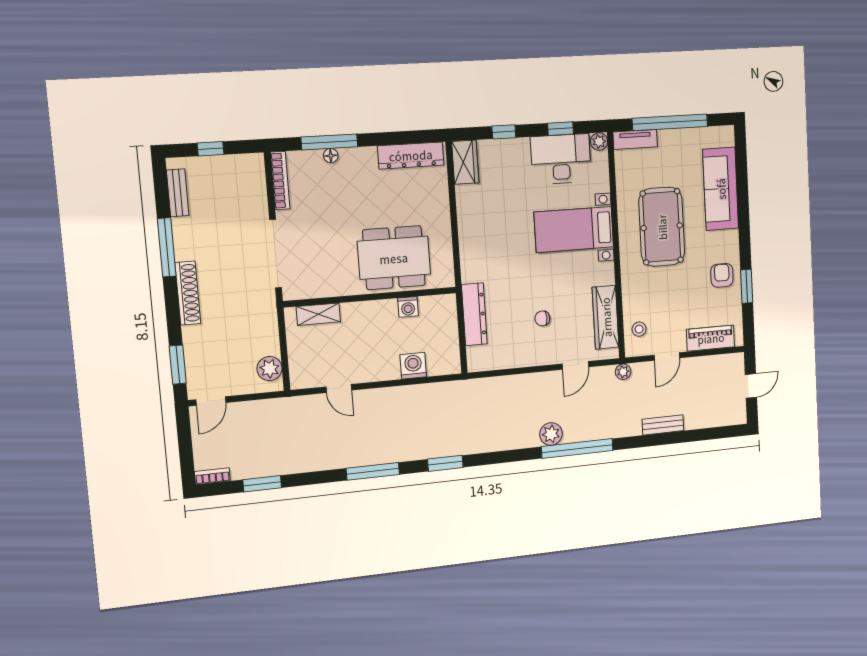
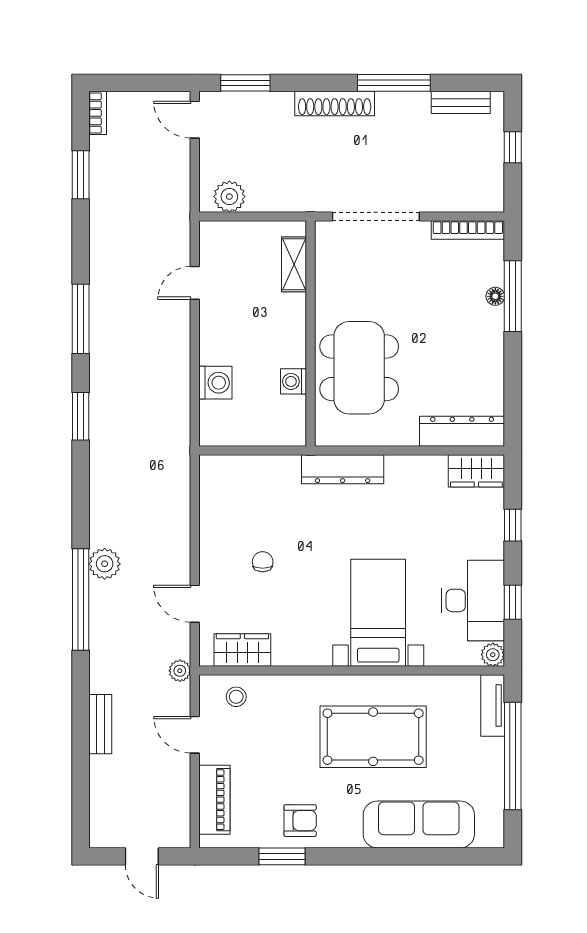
dresser: (411, 155) -> (462, 431), moved, turned 90
dresser: (474, 314) -> (343, 469), moved
wardrobe: (606, 317) -> (242, 650), width x0.67

